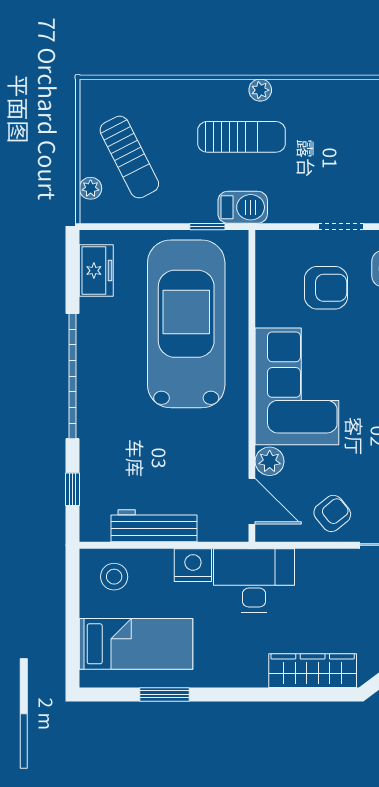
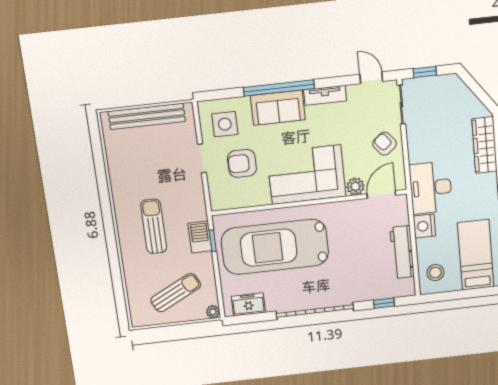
plant: (260, 90) -> (122, 218), removed
plant: (91, 188) -> (213, 312), moved
barbecue: (243, 207) -> (200, 237), moved
armchair: (326, 288) -> (242, 163), turned -90

